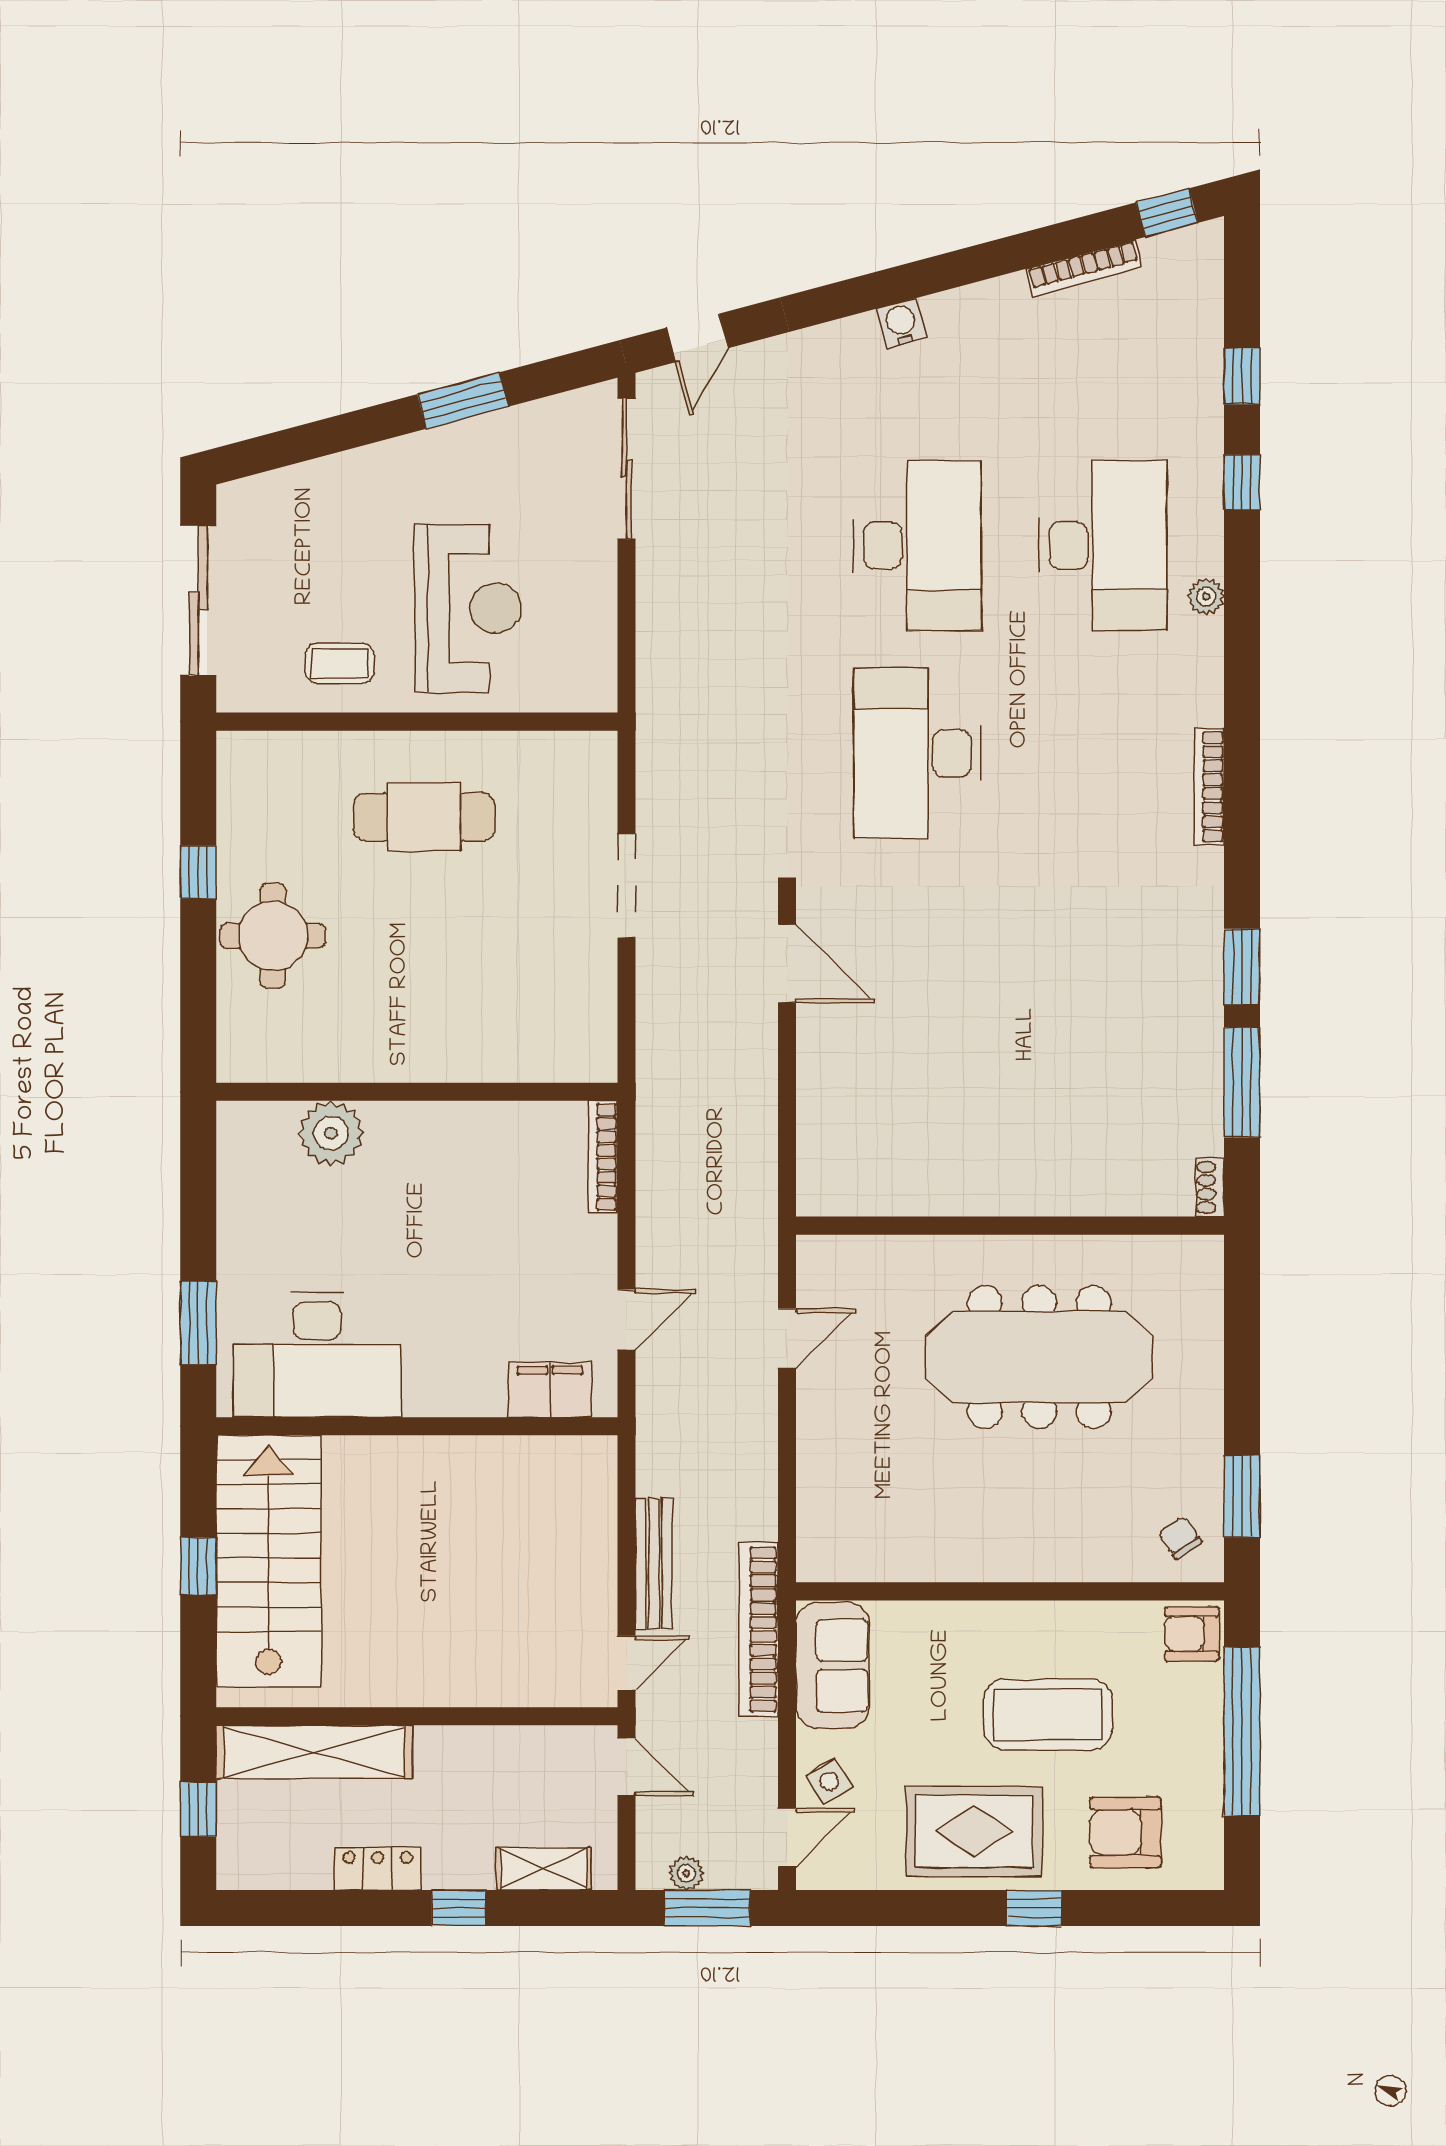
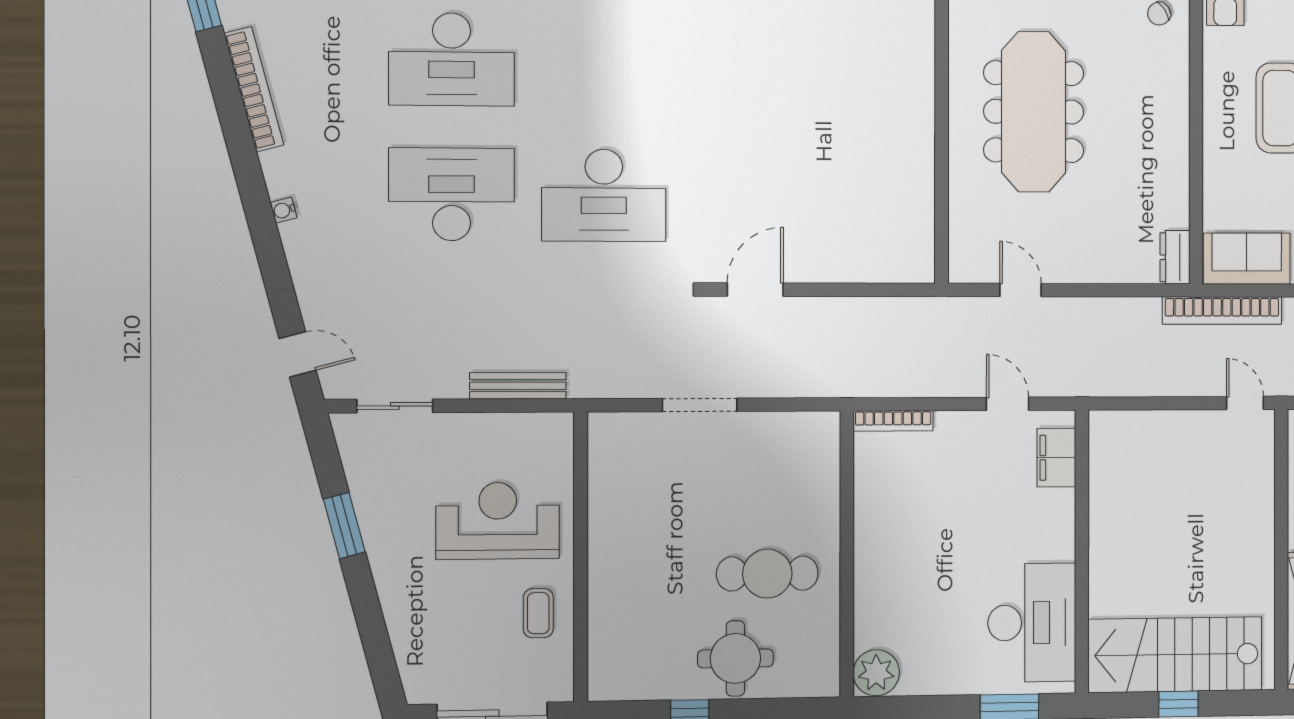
bookcase: (1084, 268) -> (254, 89), width x1.48, depth x1.31
water cooler: (901, 323) -> (284, 210), width x0.72, depth x0.72
sliding door: (626, 469) -> (395, 406), width x0.73
desk: (1103, 545) -> (452, 59), turned 180
cafe table: (424, 817) -> (767, 574), moved, turned 90
plant: (331, 1133) -> (876, 673), moved
dresser: (834, 1561) -> (1175, 257), added
bench: (654, 1564) -> (518, 386), moved

